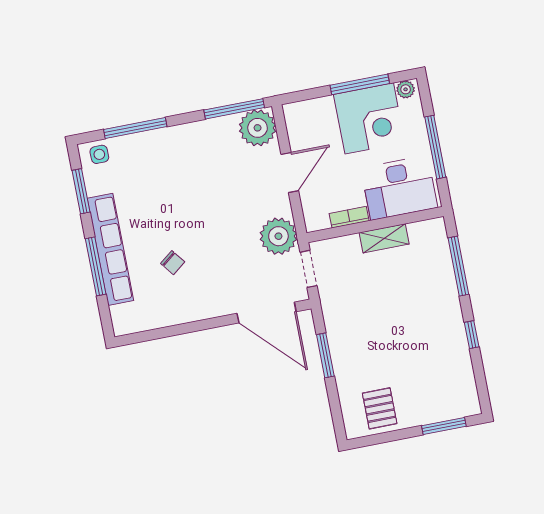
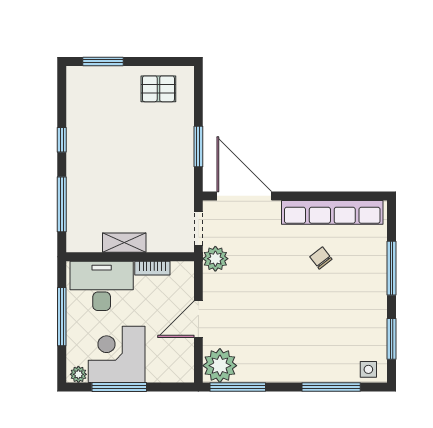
plant: (278, 236) -> (215, 259), width x0.73, depth x0.73
row of seats: (110, 249) -> (332, 212), moved, turned -90
pallet: (380, 408) -> (158, 89), turned 90

